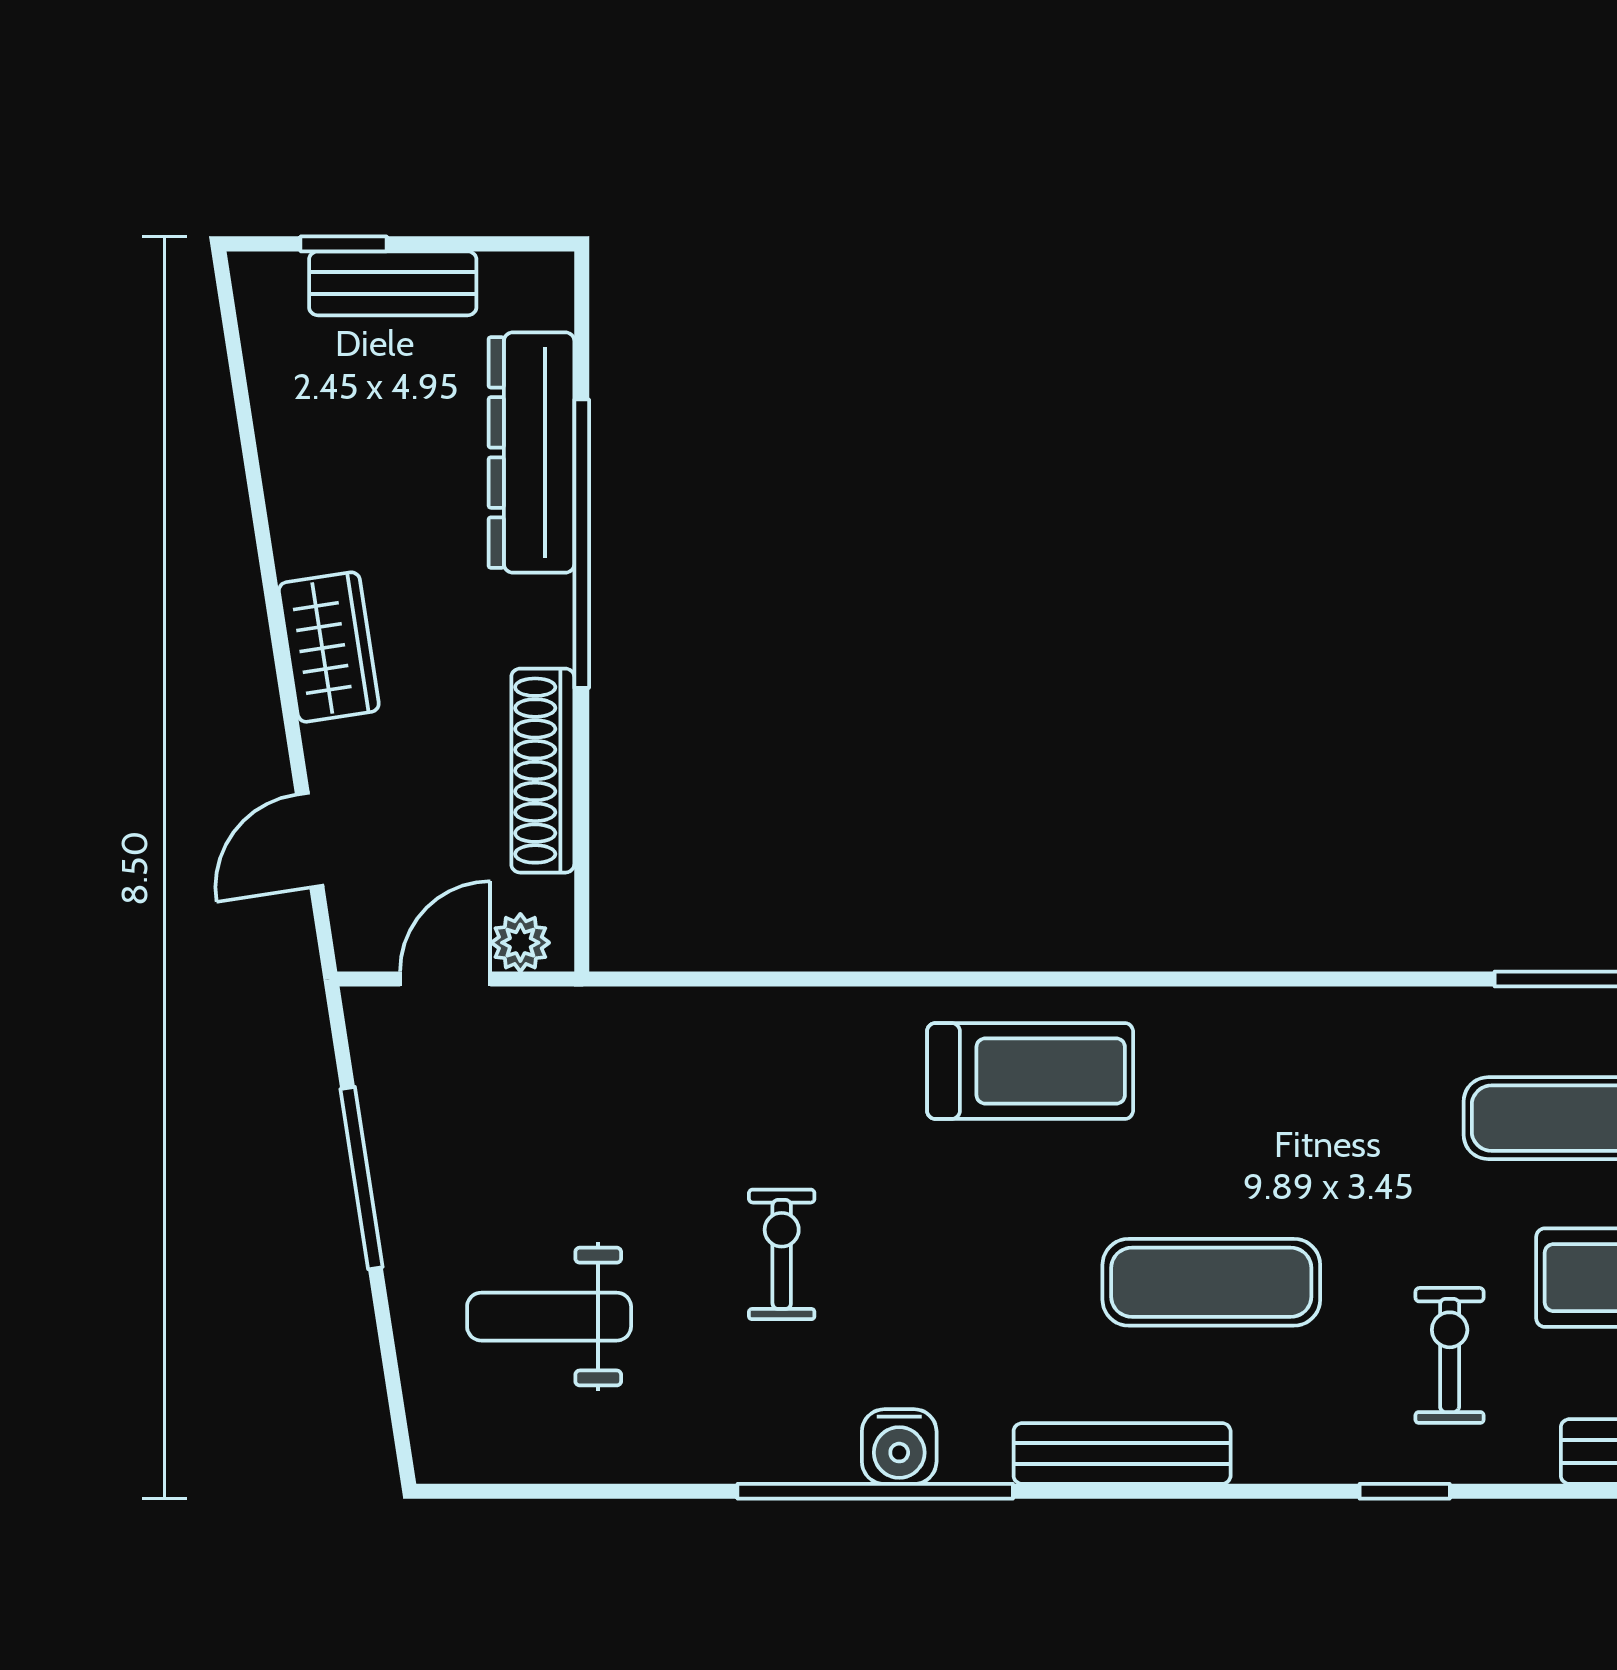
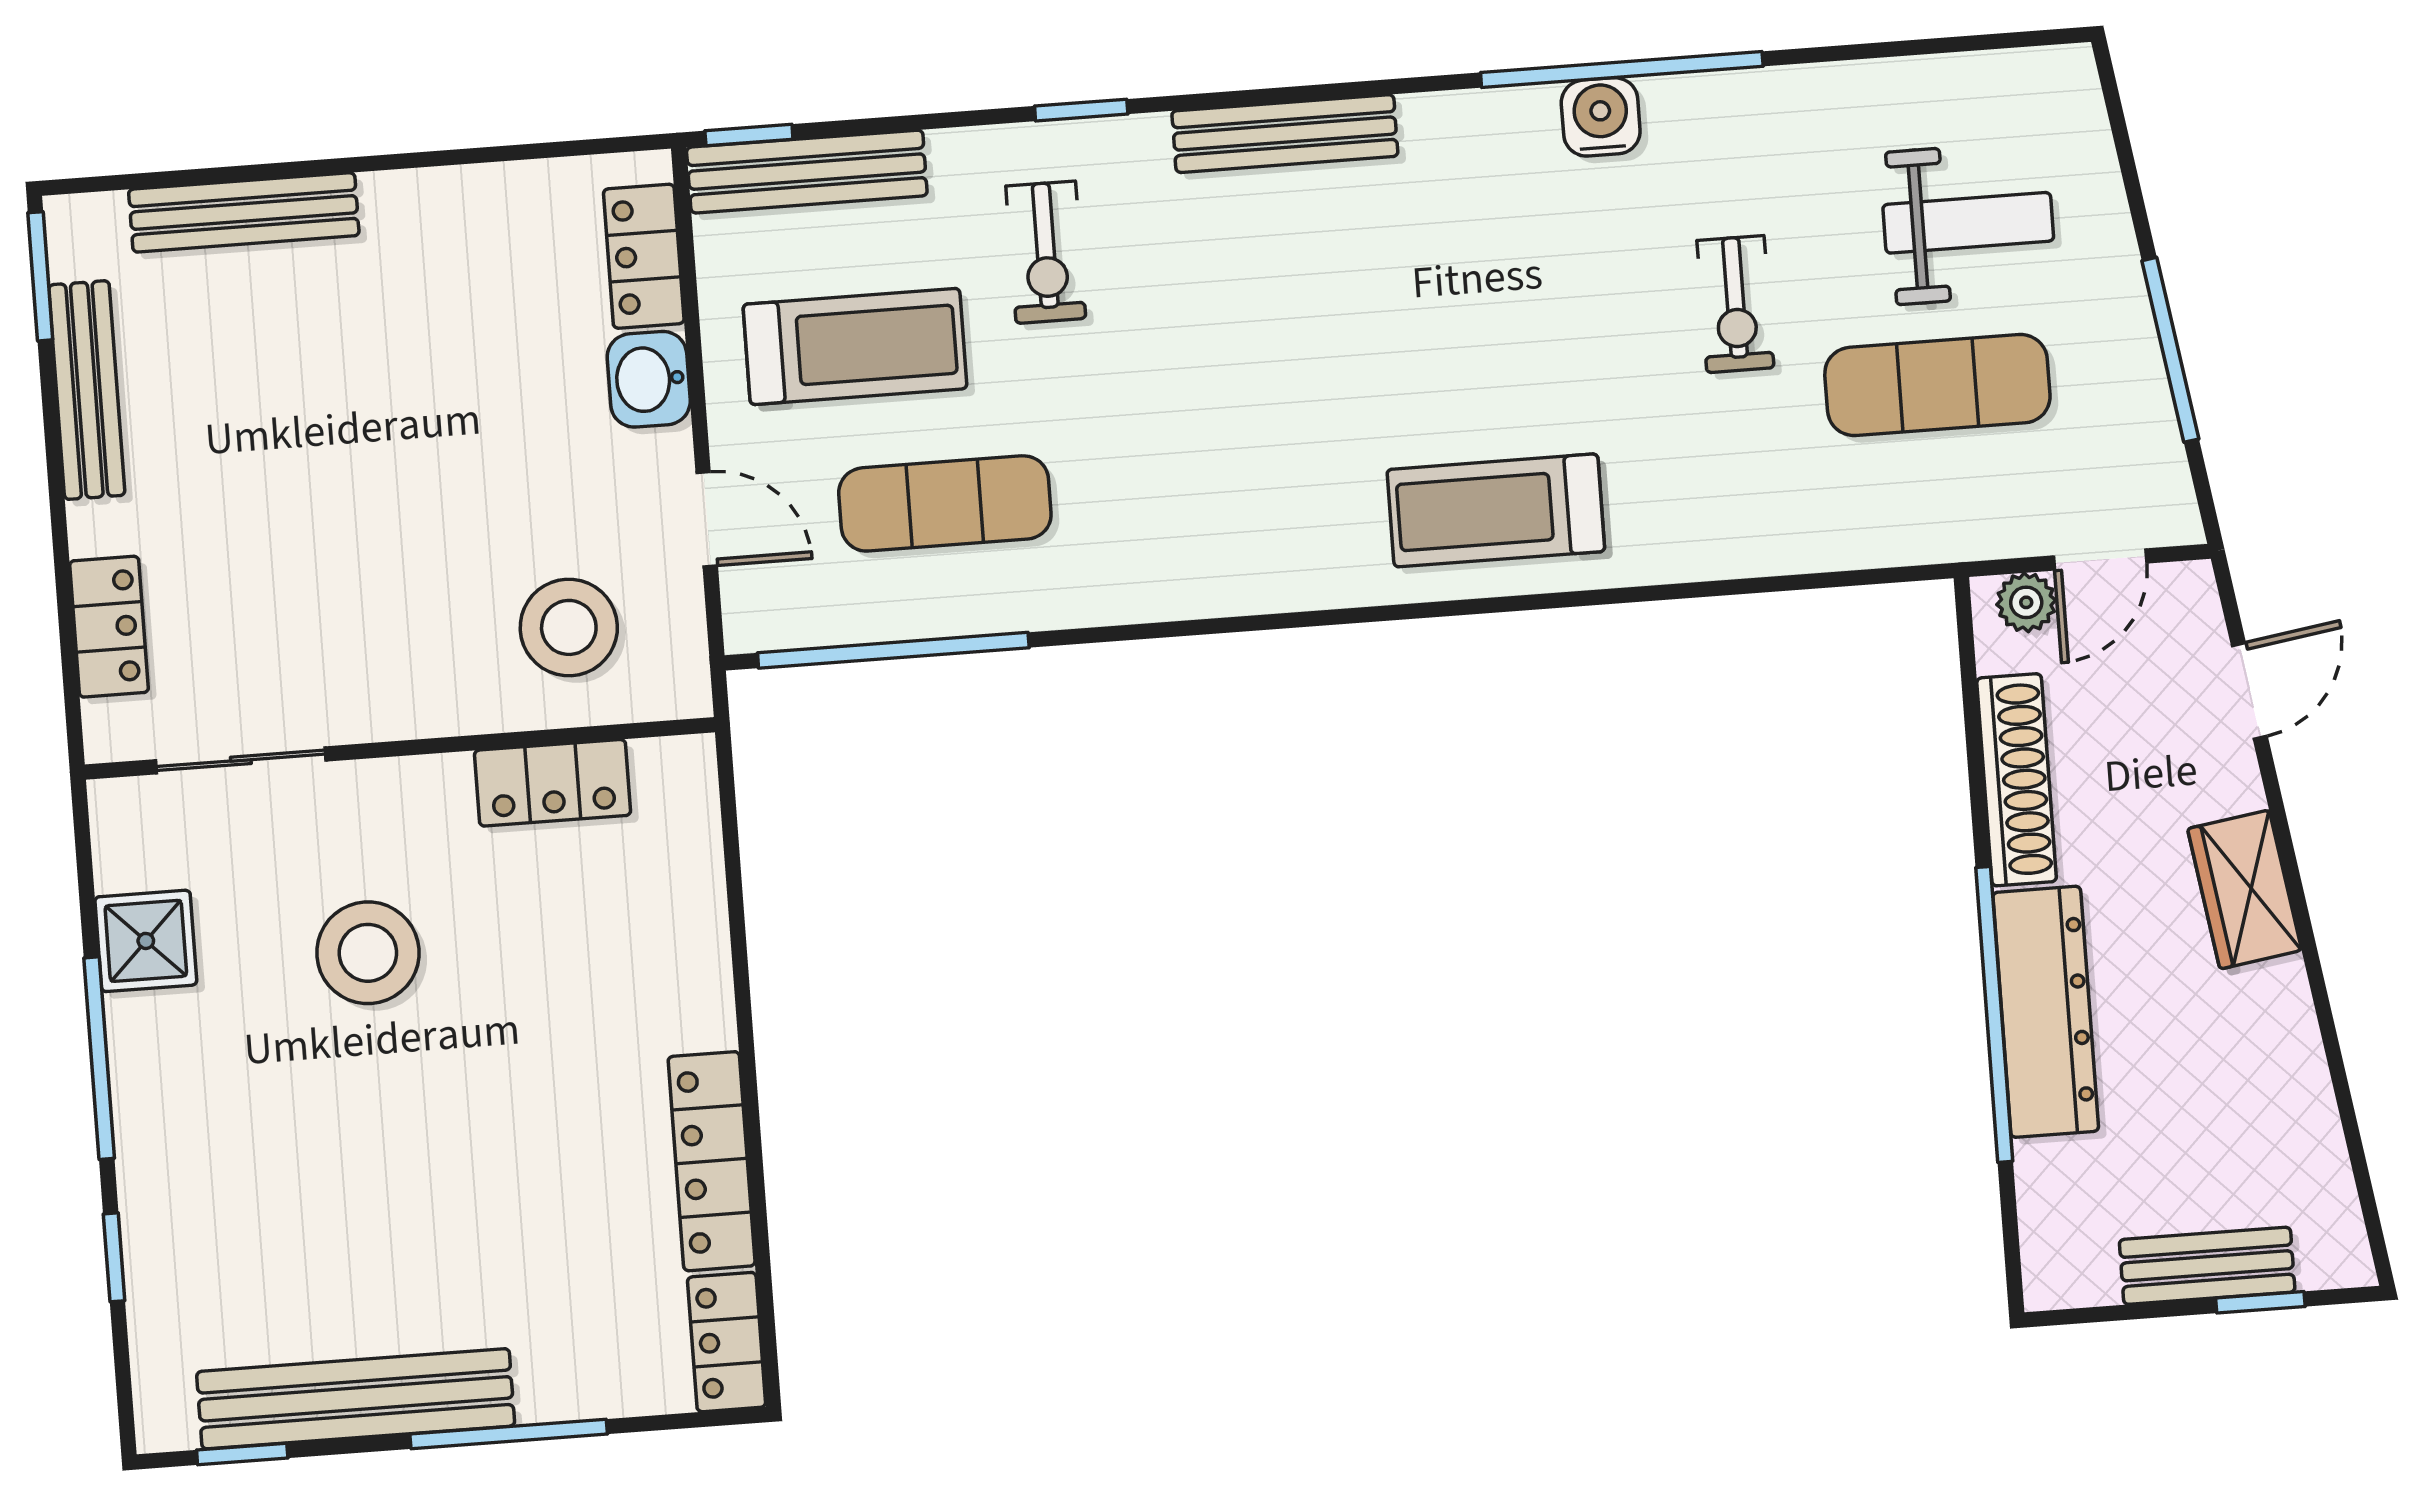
dresser: (531, 452) -> (2046, 1012), moved
exercise mat: (1211, 1282) -> (1937, 385), moved
bench: (1122, 1453) -> (1285, 134), moved

